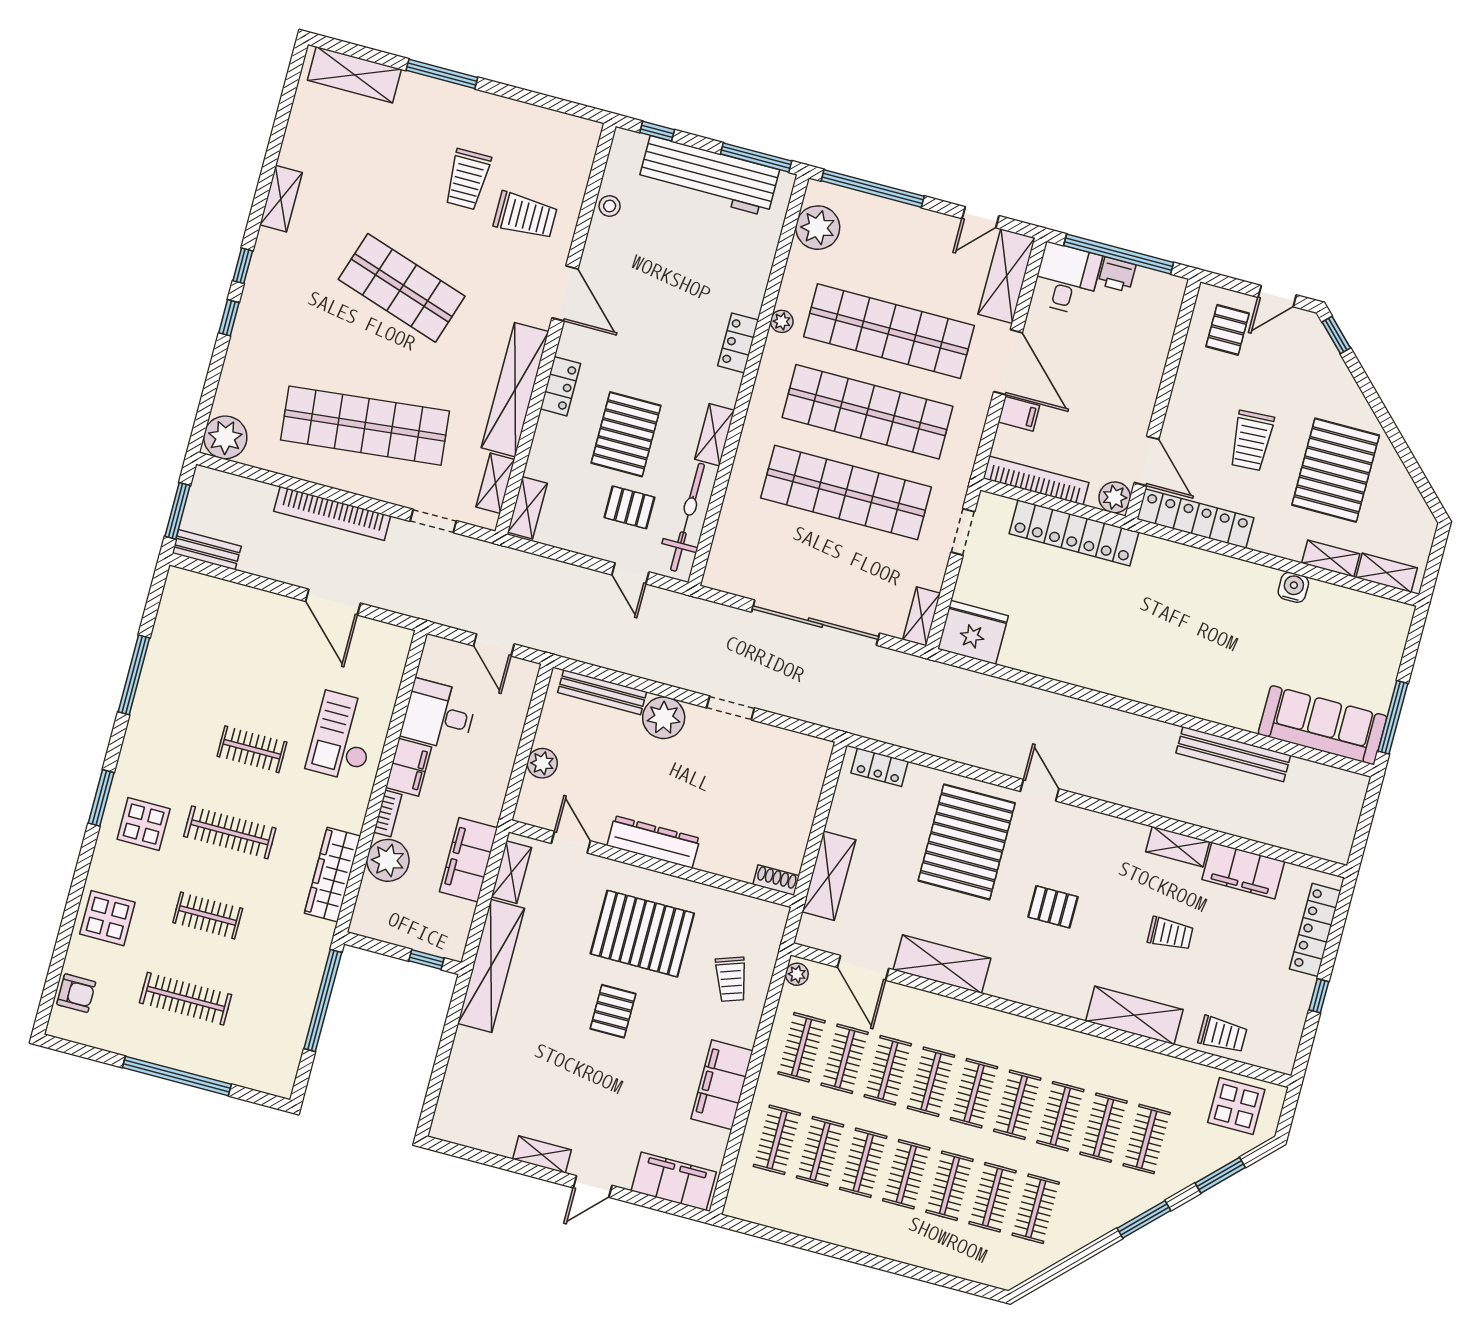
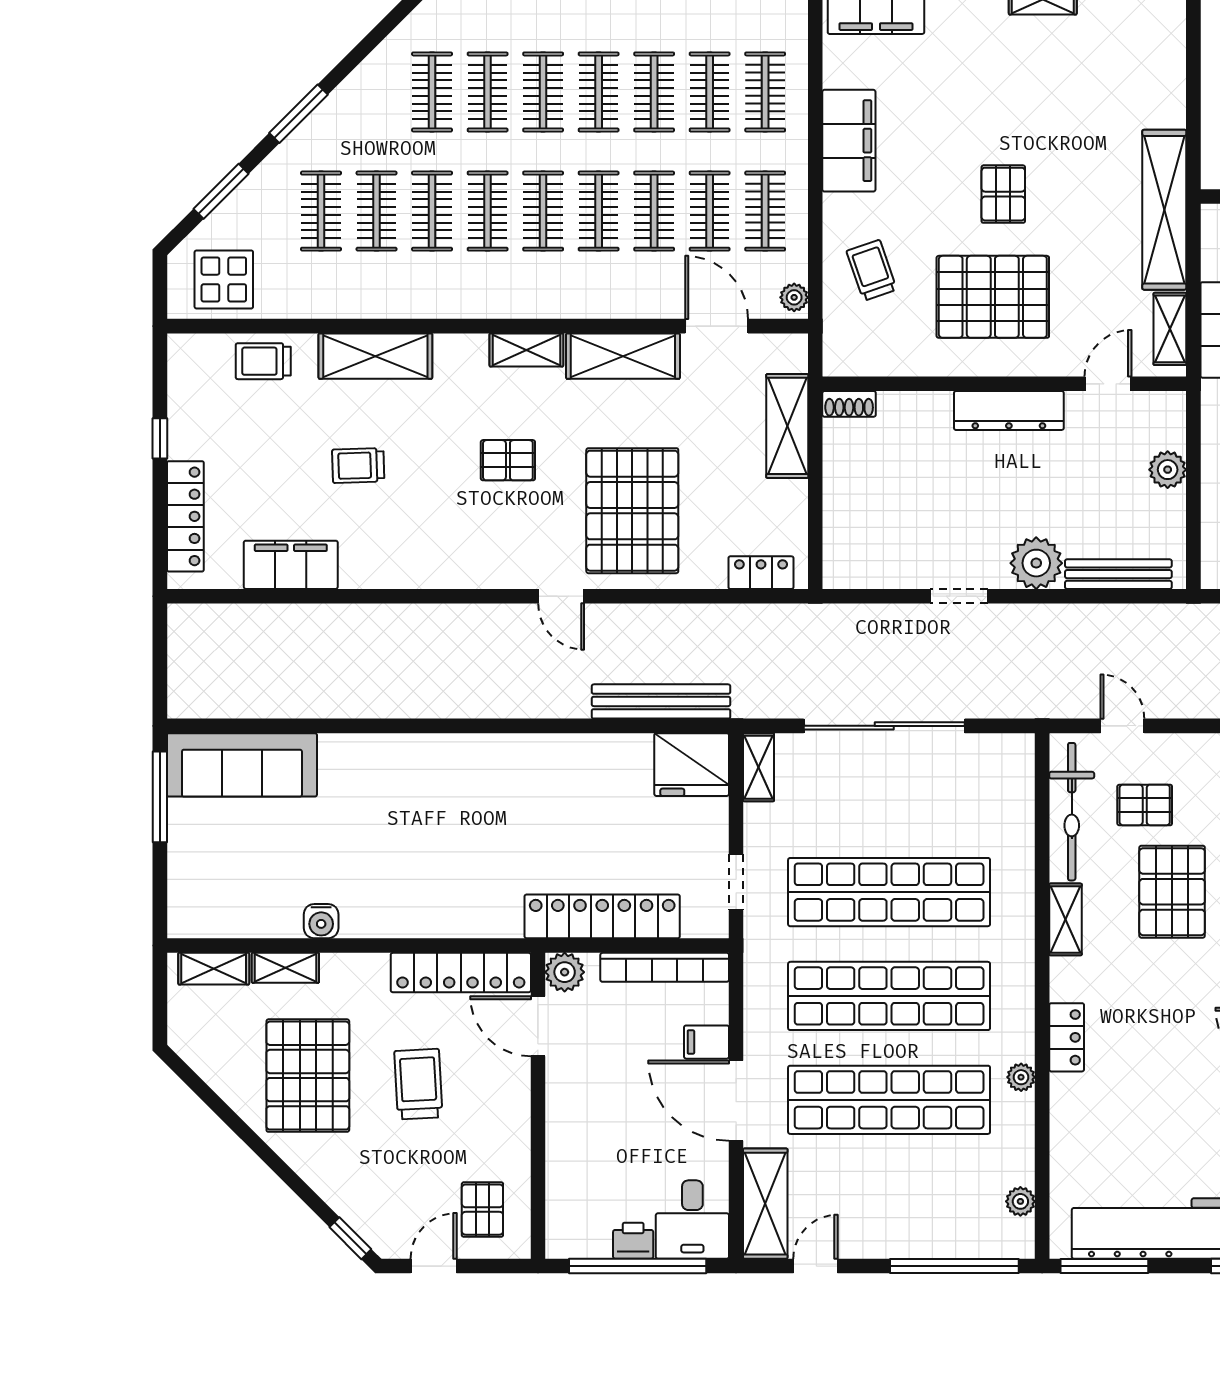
plant: (818, 228) -> (1020, 1201), width x0.53, depth x0.53
bench: (1233, 754) -> (661, 701), moved
door: (571, 842) -> (1108, 384), swing flipped
shelving: (1178, 847) -> (526, 350), moved

